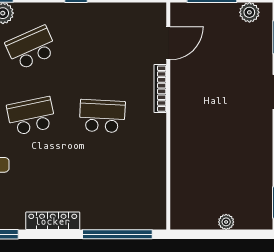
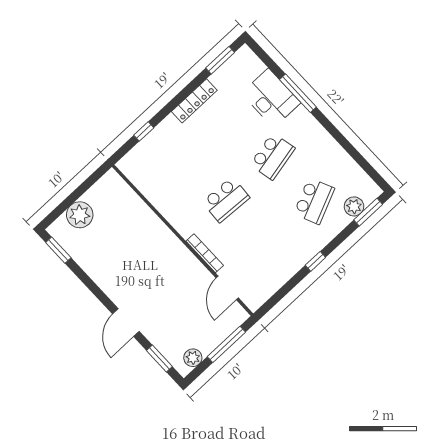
plant: (226, 222) -> (80, 215), width x1.88, depth x1.88
window: (117, 234) -> (144, 131), width x0.32

